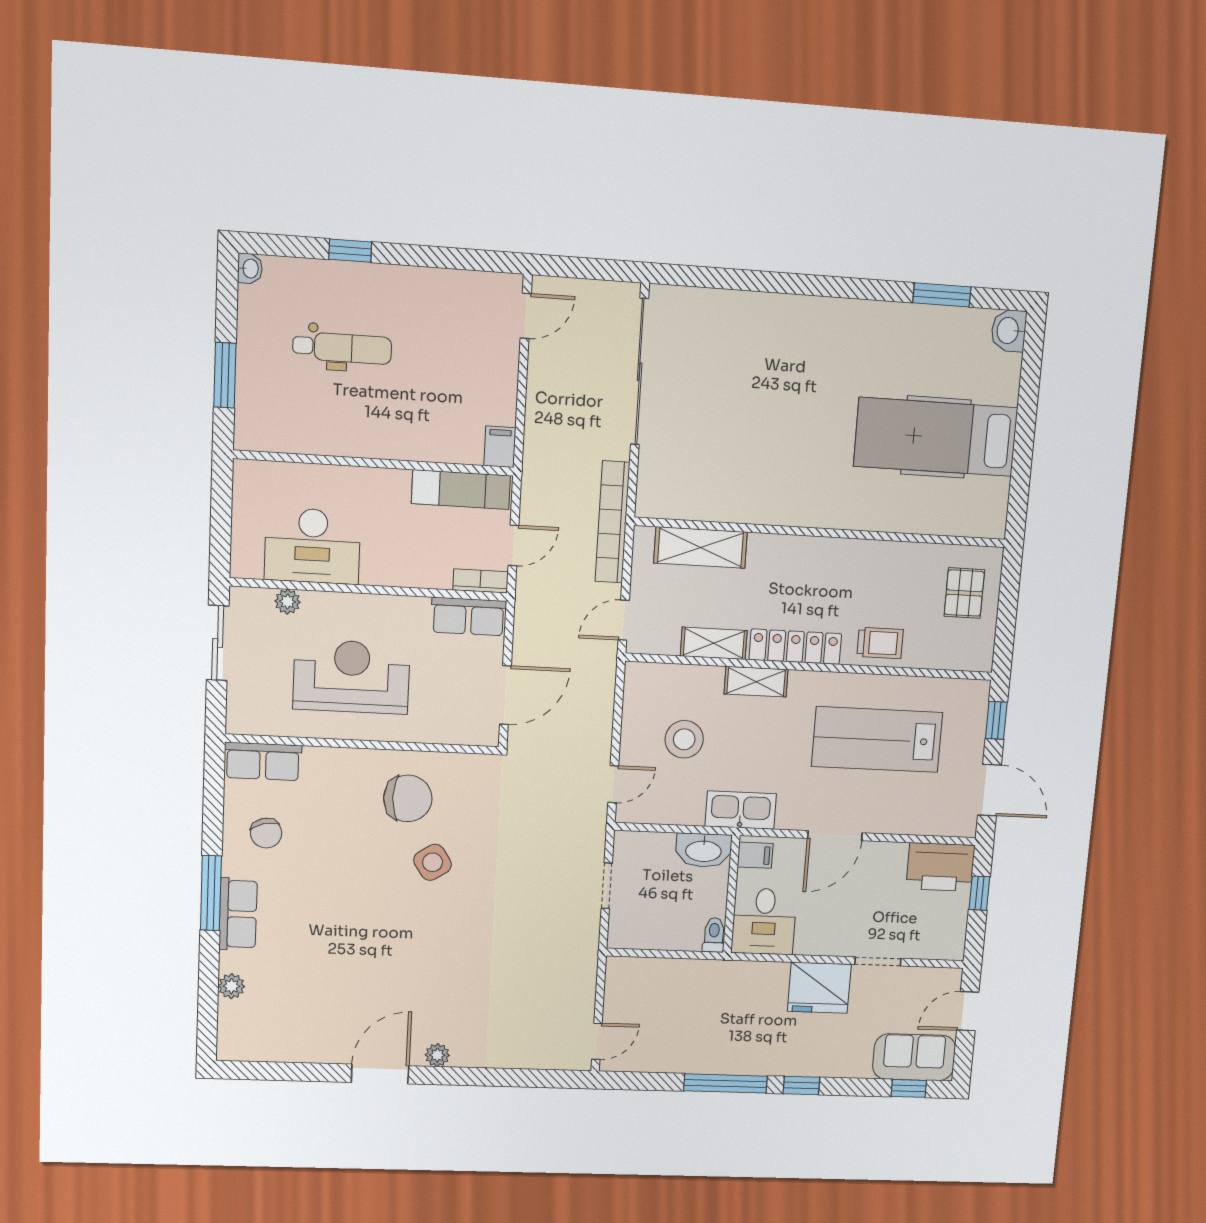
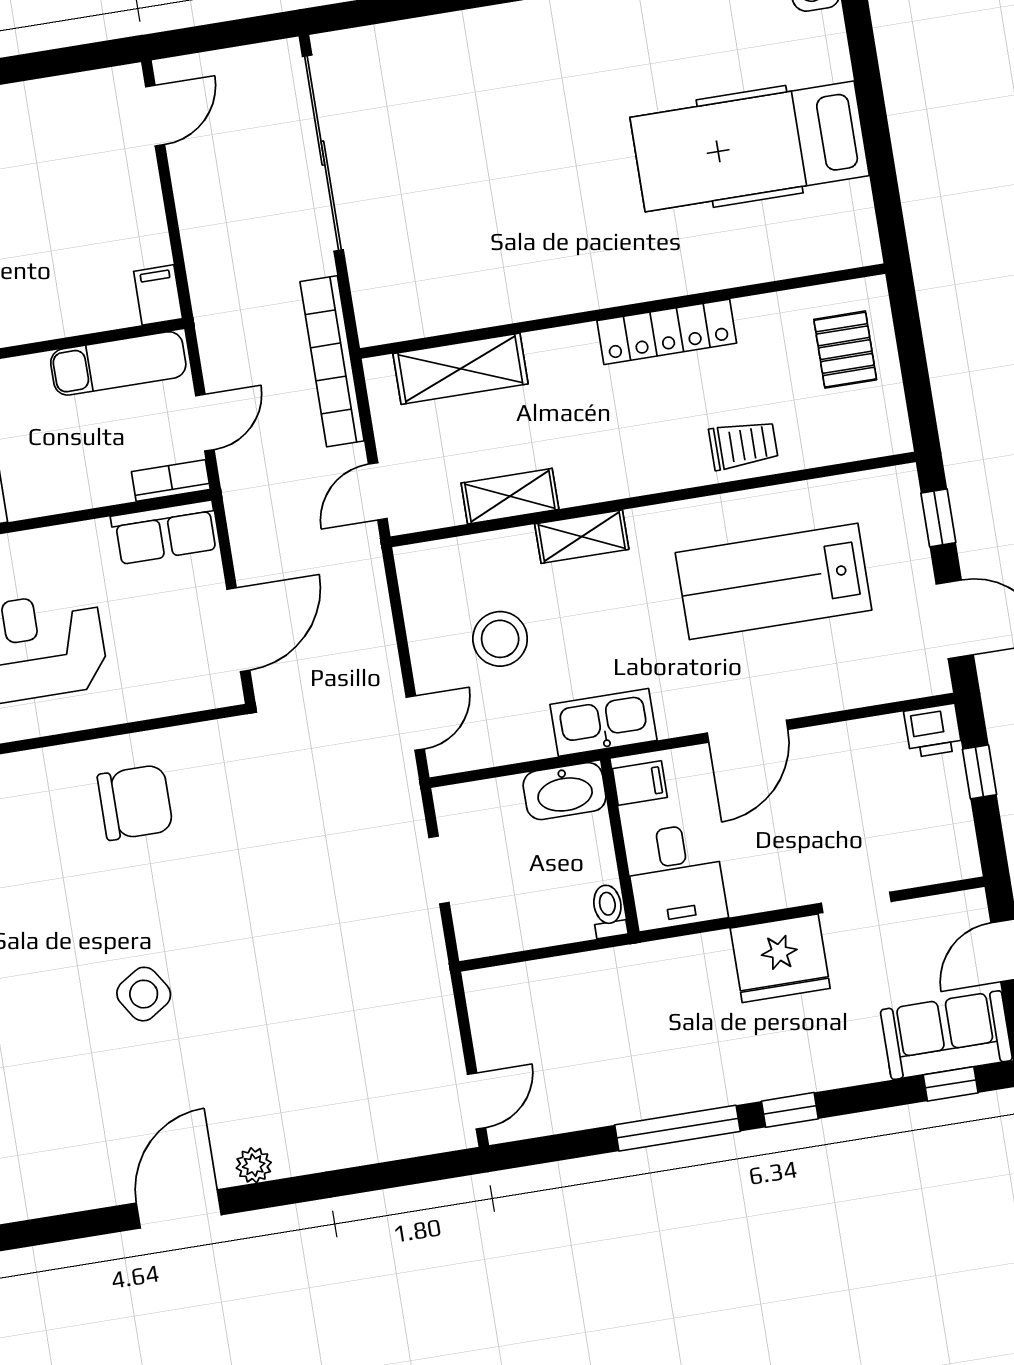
locker: (795, 647) -> (667, 332), moved, turned 180
side table: (433, 862) -> (144, 994), moved
printer: (940, 867) -> (933, 731), width x0.53, depth x0.68

